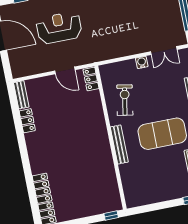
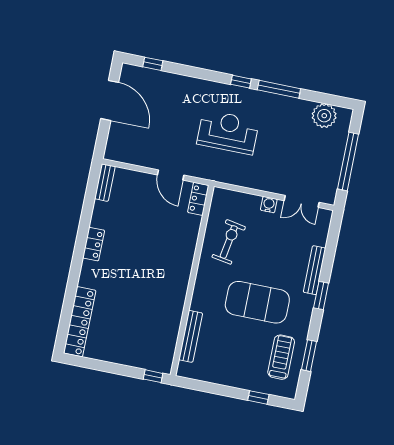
reception desk: (59, 28) -> (228, 132), moved
locker: (27, 121) -> (94, 244), moved
bench: (119, 145) -> (191, 336), moved

